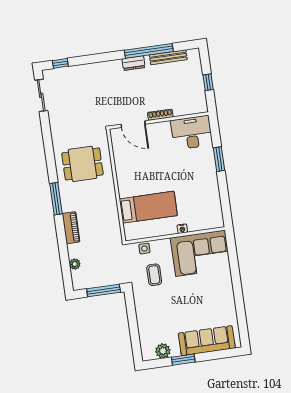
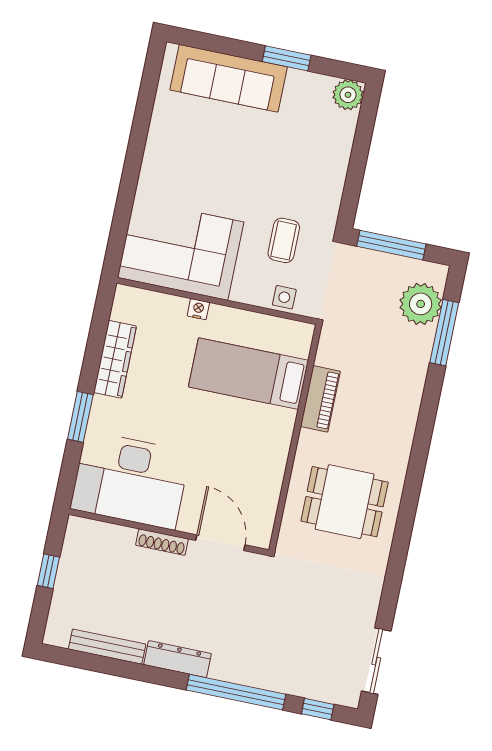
window: (149, 51) -> (236, 692), moved
dresser: (134, 63) -> (178, 659), width x1.44
desk: (192, 133) -> (130, 480), width x1.36, depth x1.30
wardrobe: (213, 192) -> (115, 359), added
window: (56, 199) -> (444, 333), moved
piano: (71, 228) -> (320, 399), moved, turned 180
plant: (75, 264) -> (421, 304), width x1.87, depth x1.87
plant: (163, 351) -> (348, 95), moved

